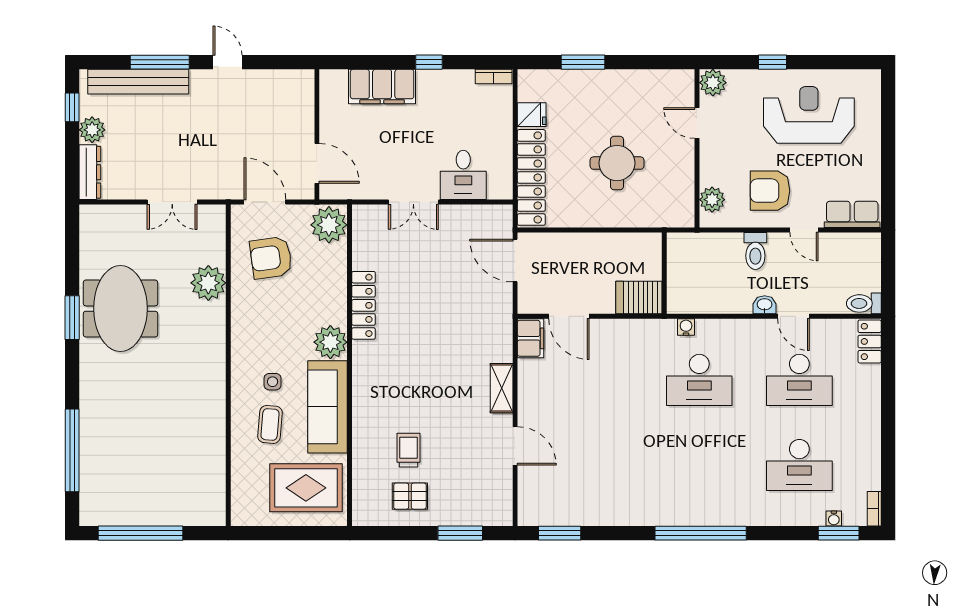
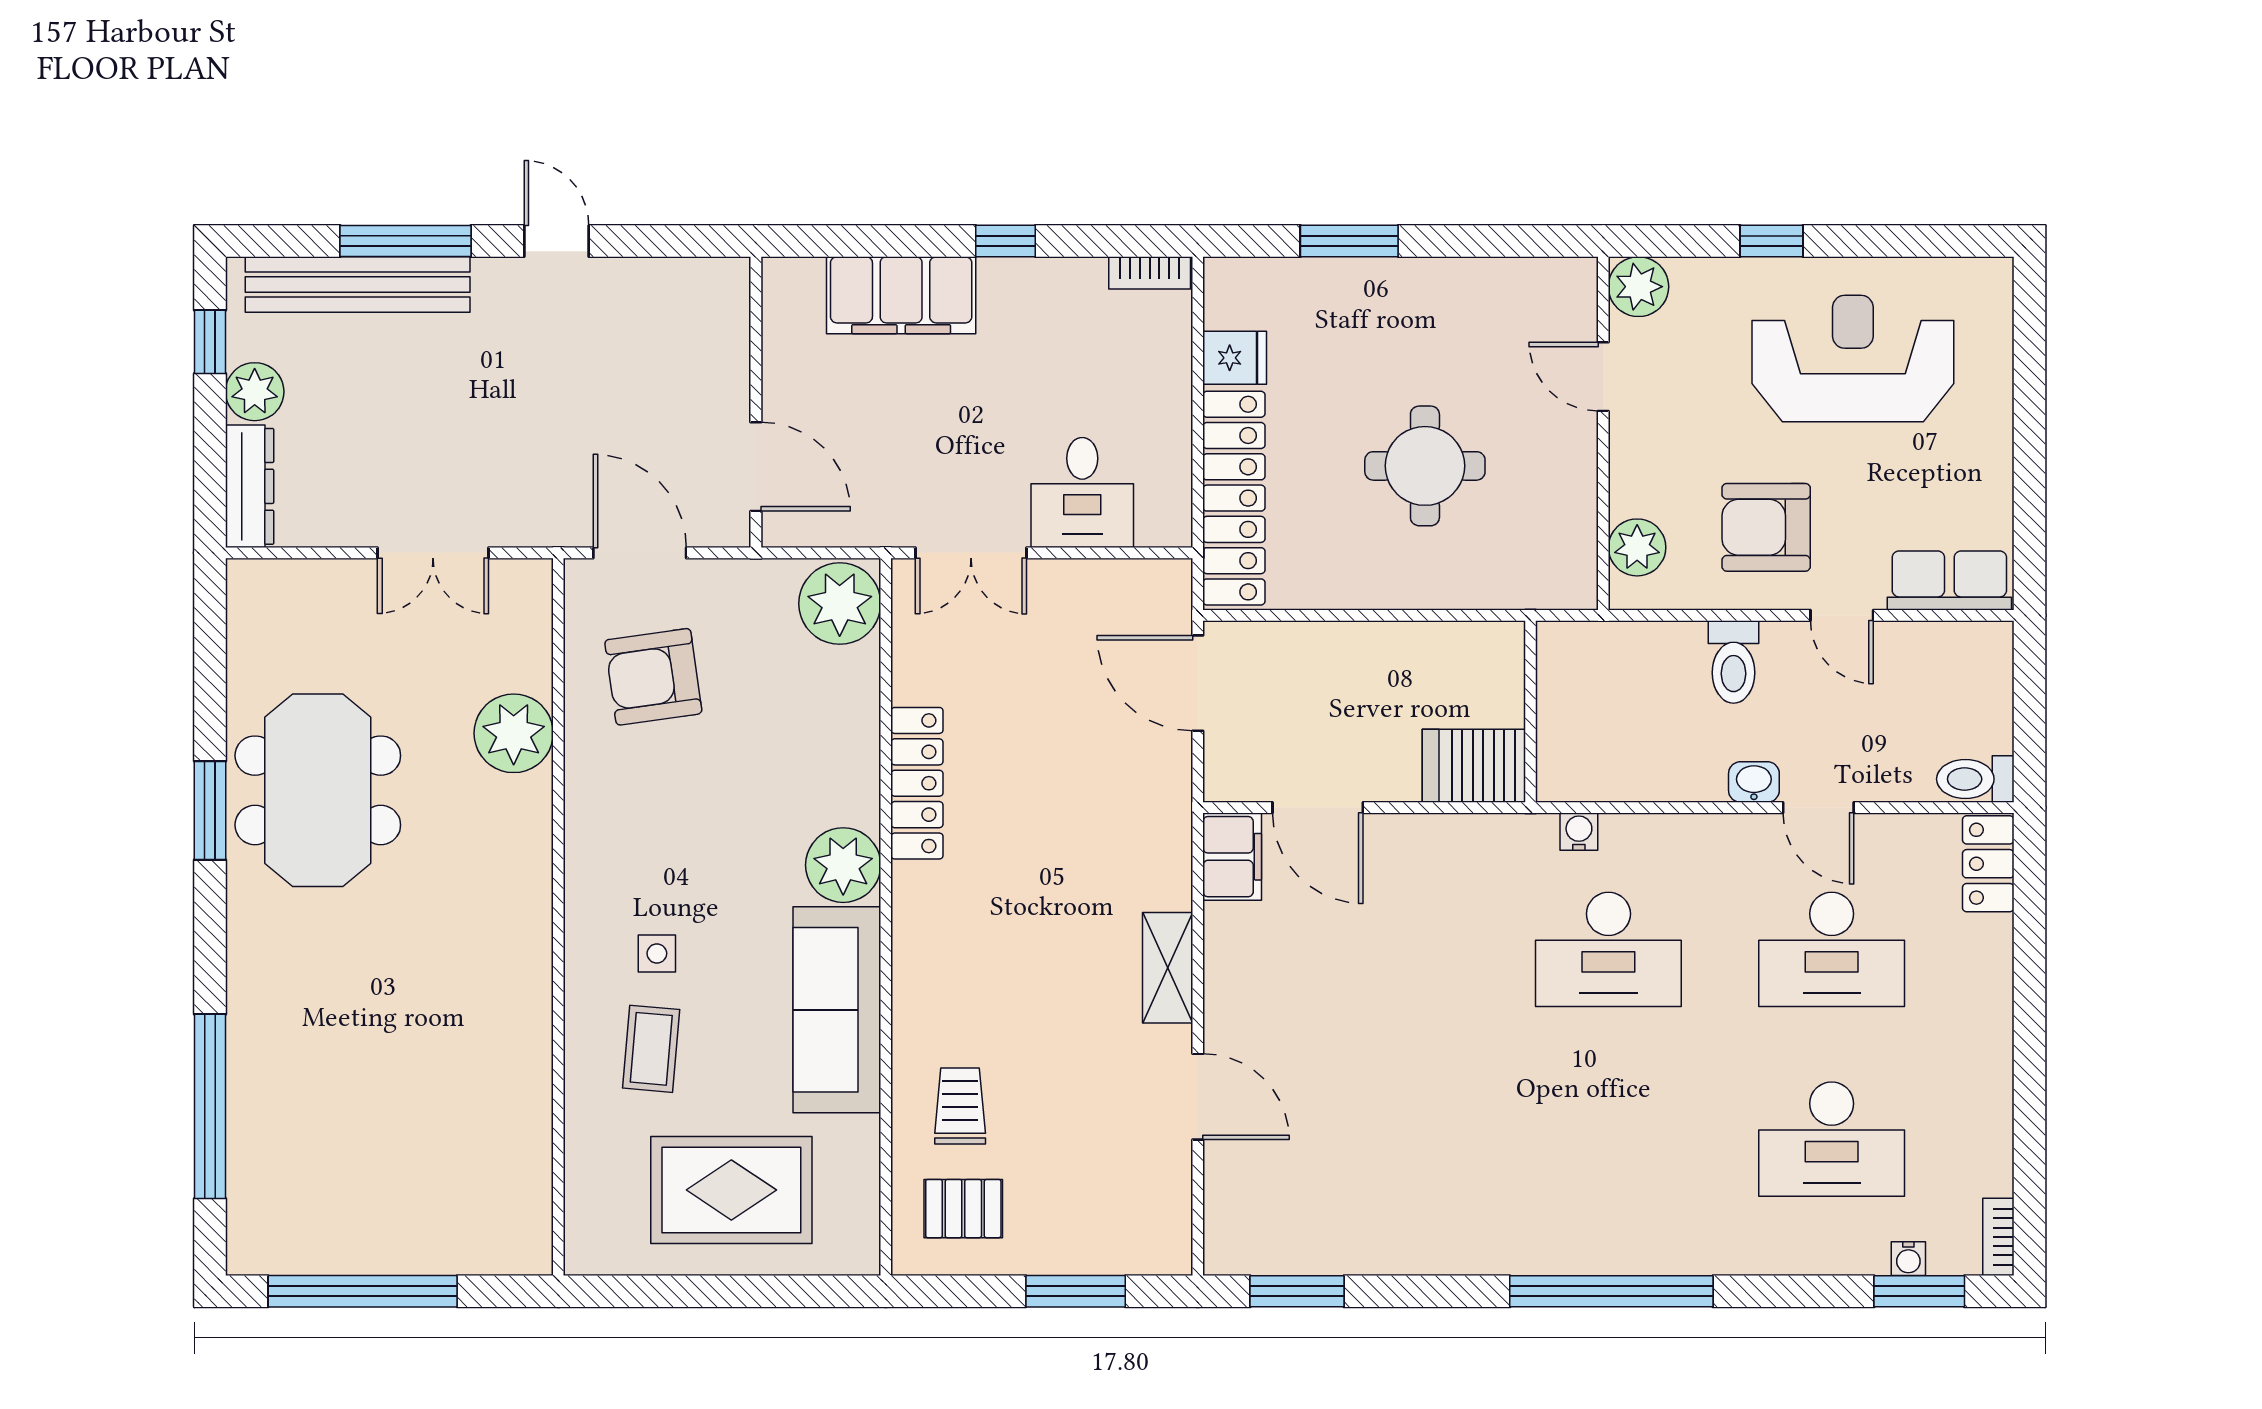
plant: (329, 225) -> (840, 604), moved
locker: (364, 305) -> (917, 783), moved
plant: (330, 342) -> (843, 865), moved
wall: (350, 365) -> (886, 917), moved
sofa: (328, 407) -> (837, 1010), moved

